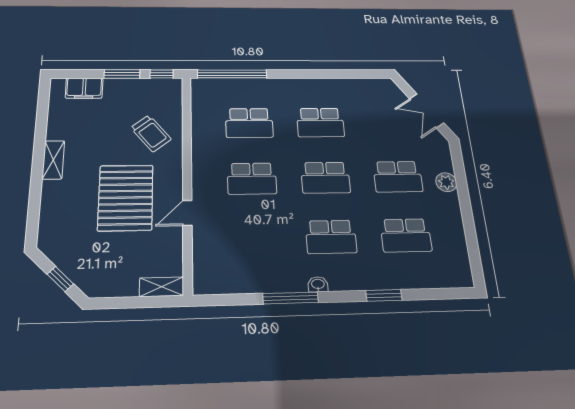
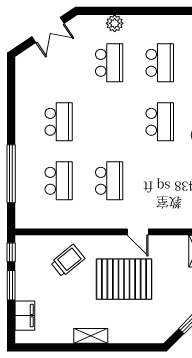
window: (232, 74) -> (11, 174), moved
school desk: (325, 178) -> (109, 122), removed

